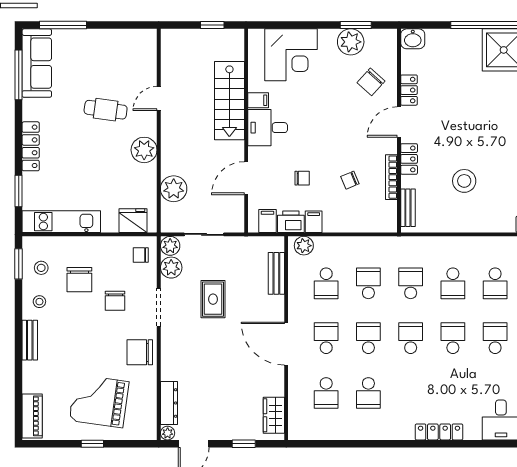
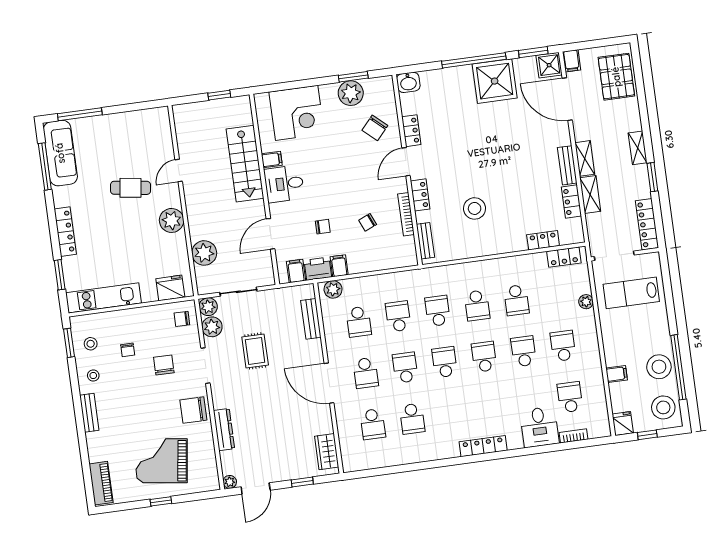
chair: (79, 280) -> (128, 350), width x0.54, depth x0.54
chair: (115, 301) -> (164, 365), turned 180
school desk: (326, 338) -> (366, 373), turned 180
dresser: (169, 403) -> (224, 430), moved

